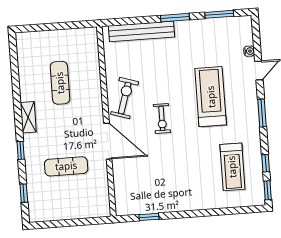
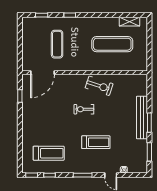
bench: (142, 31) -> (142, 118), moved
exercise mat: (60, 83) -> (112, 44), width x1.36, depth x1.45
treadmill: (211, 97) -> (96, 142), width x0.73, depth x0.73
shelving: (28, 117) -> (129, 22), moved
door: (108, 141) -> (42, 73), moved
treadmill: (232, 167) -> (49, 153), turned 180

